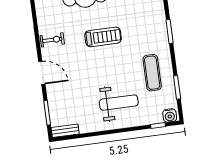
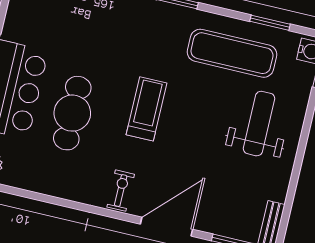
door: (42, 73) -> (166, 227), width x1.36
exercise mat: (152, 73) -> (232, 53), width x1.36, depth x1.45

